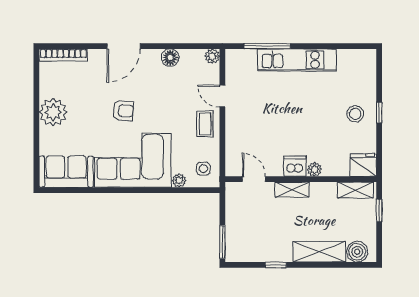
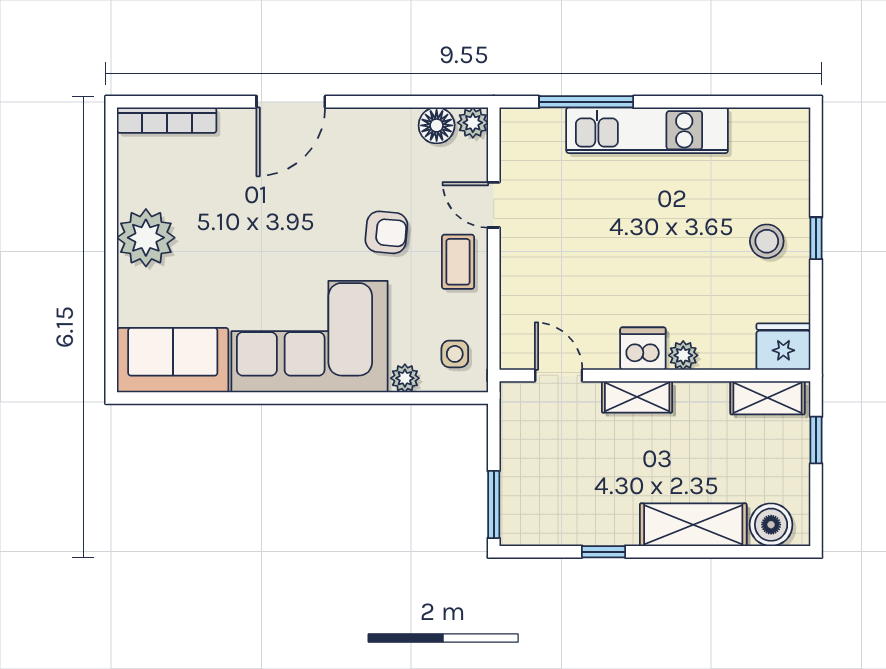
floor lamp: (170, 58) -> (437, 125), moved
armchair: (123, 111) -> (386, 232), moved

